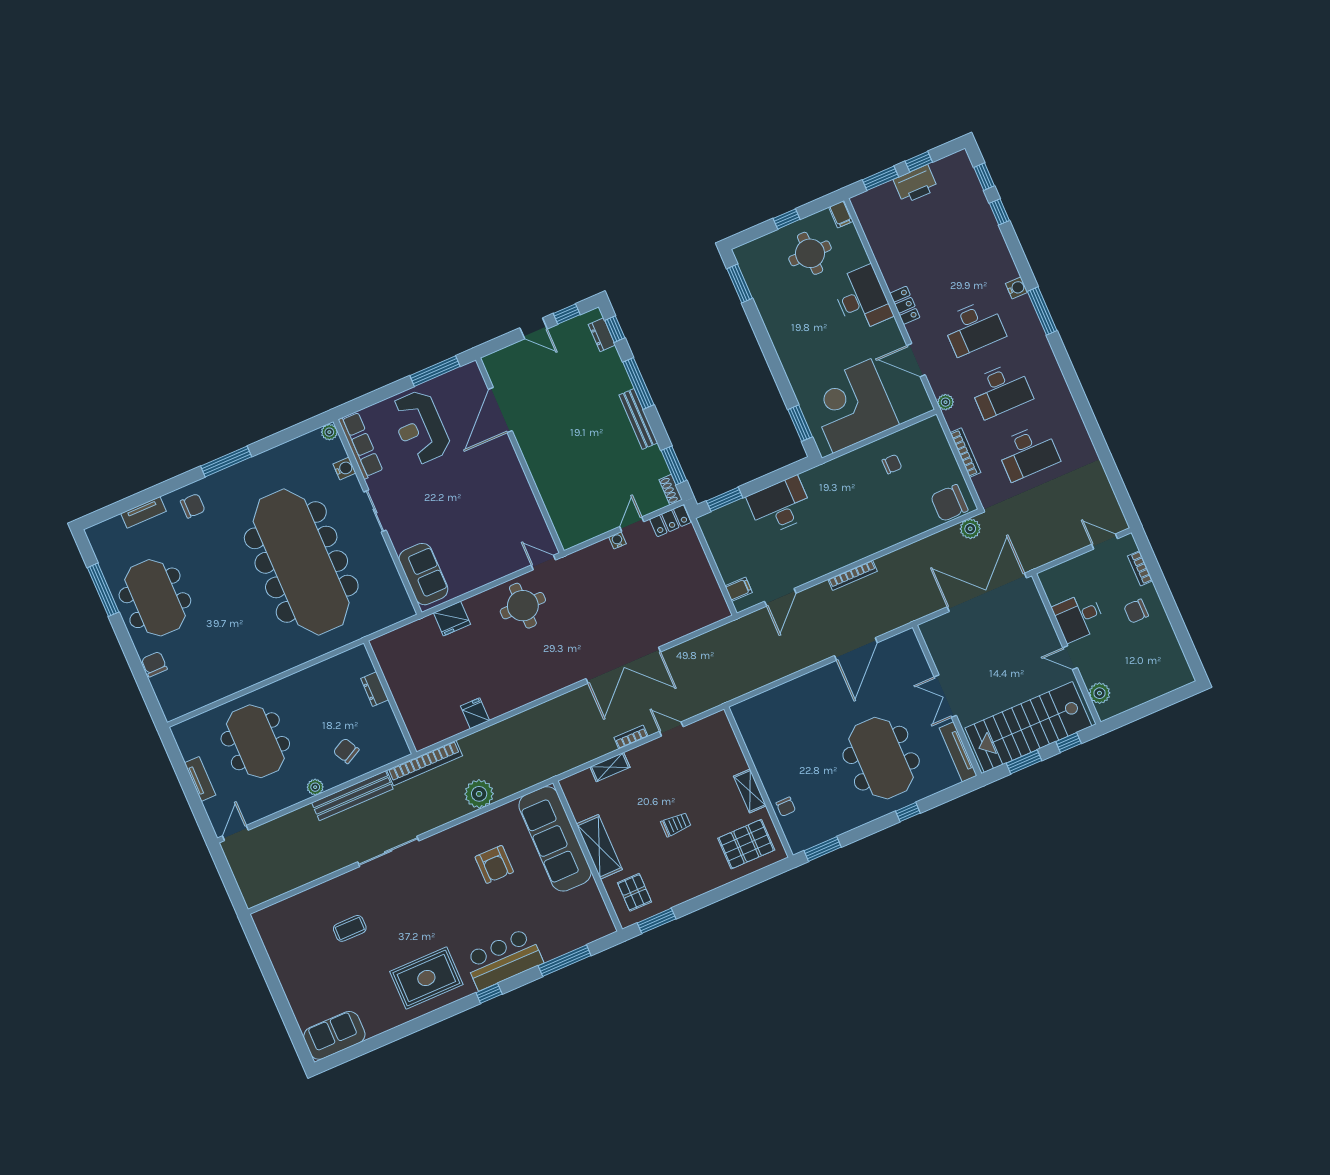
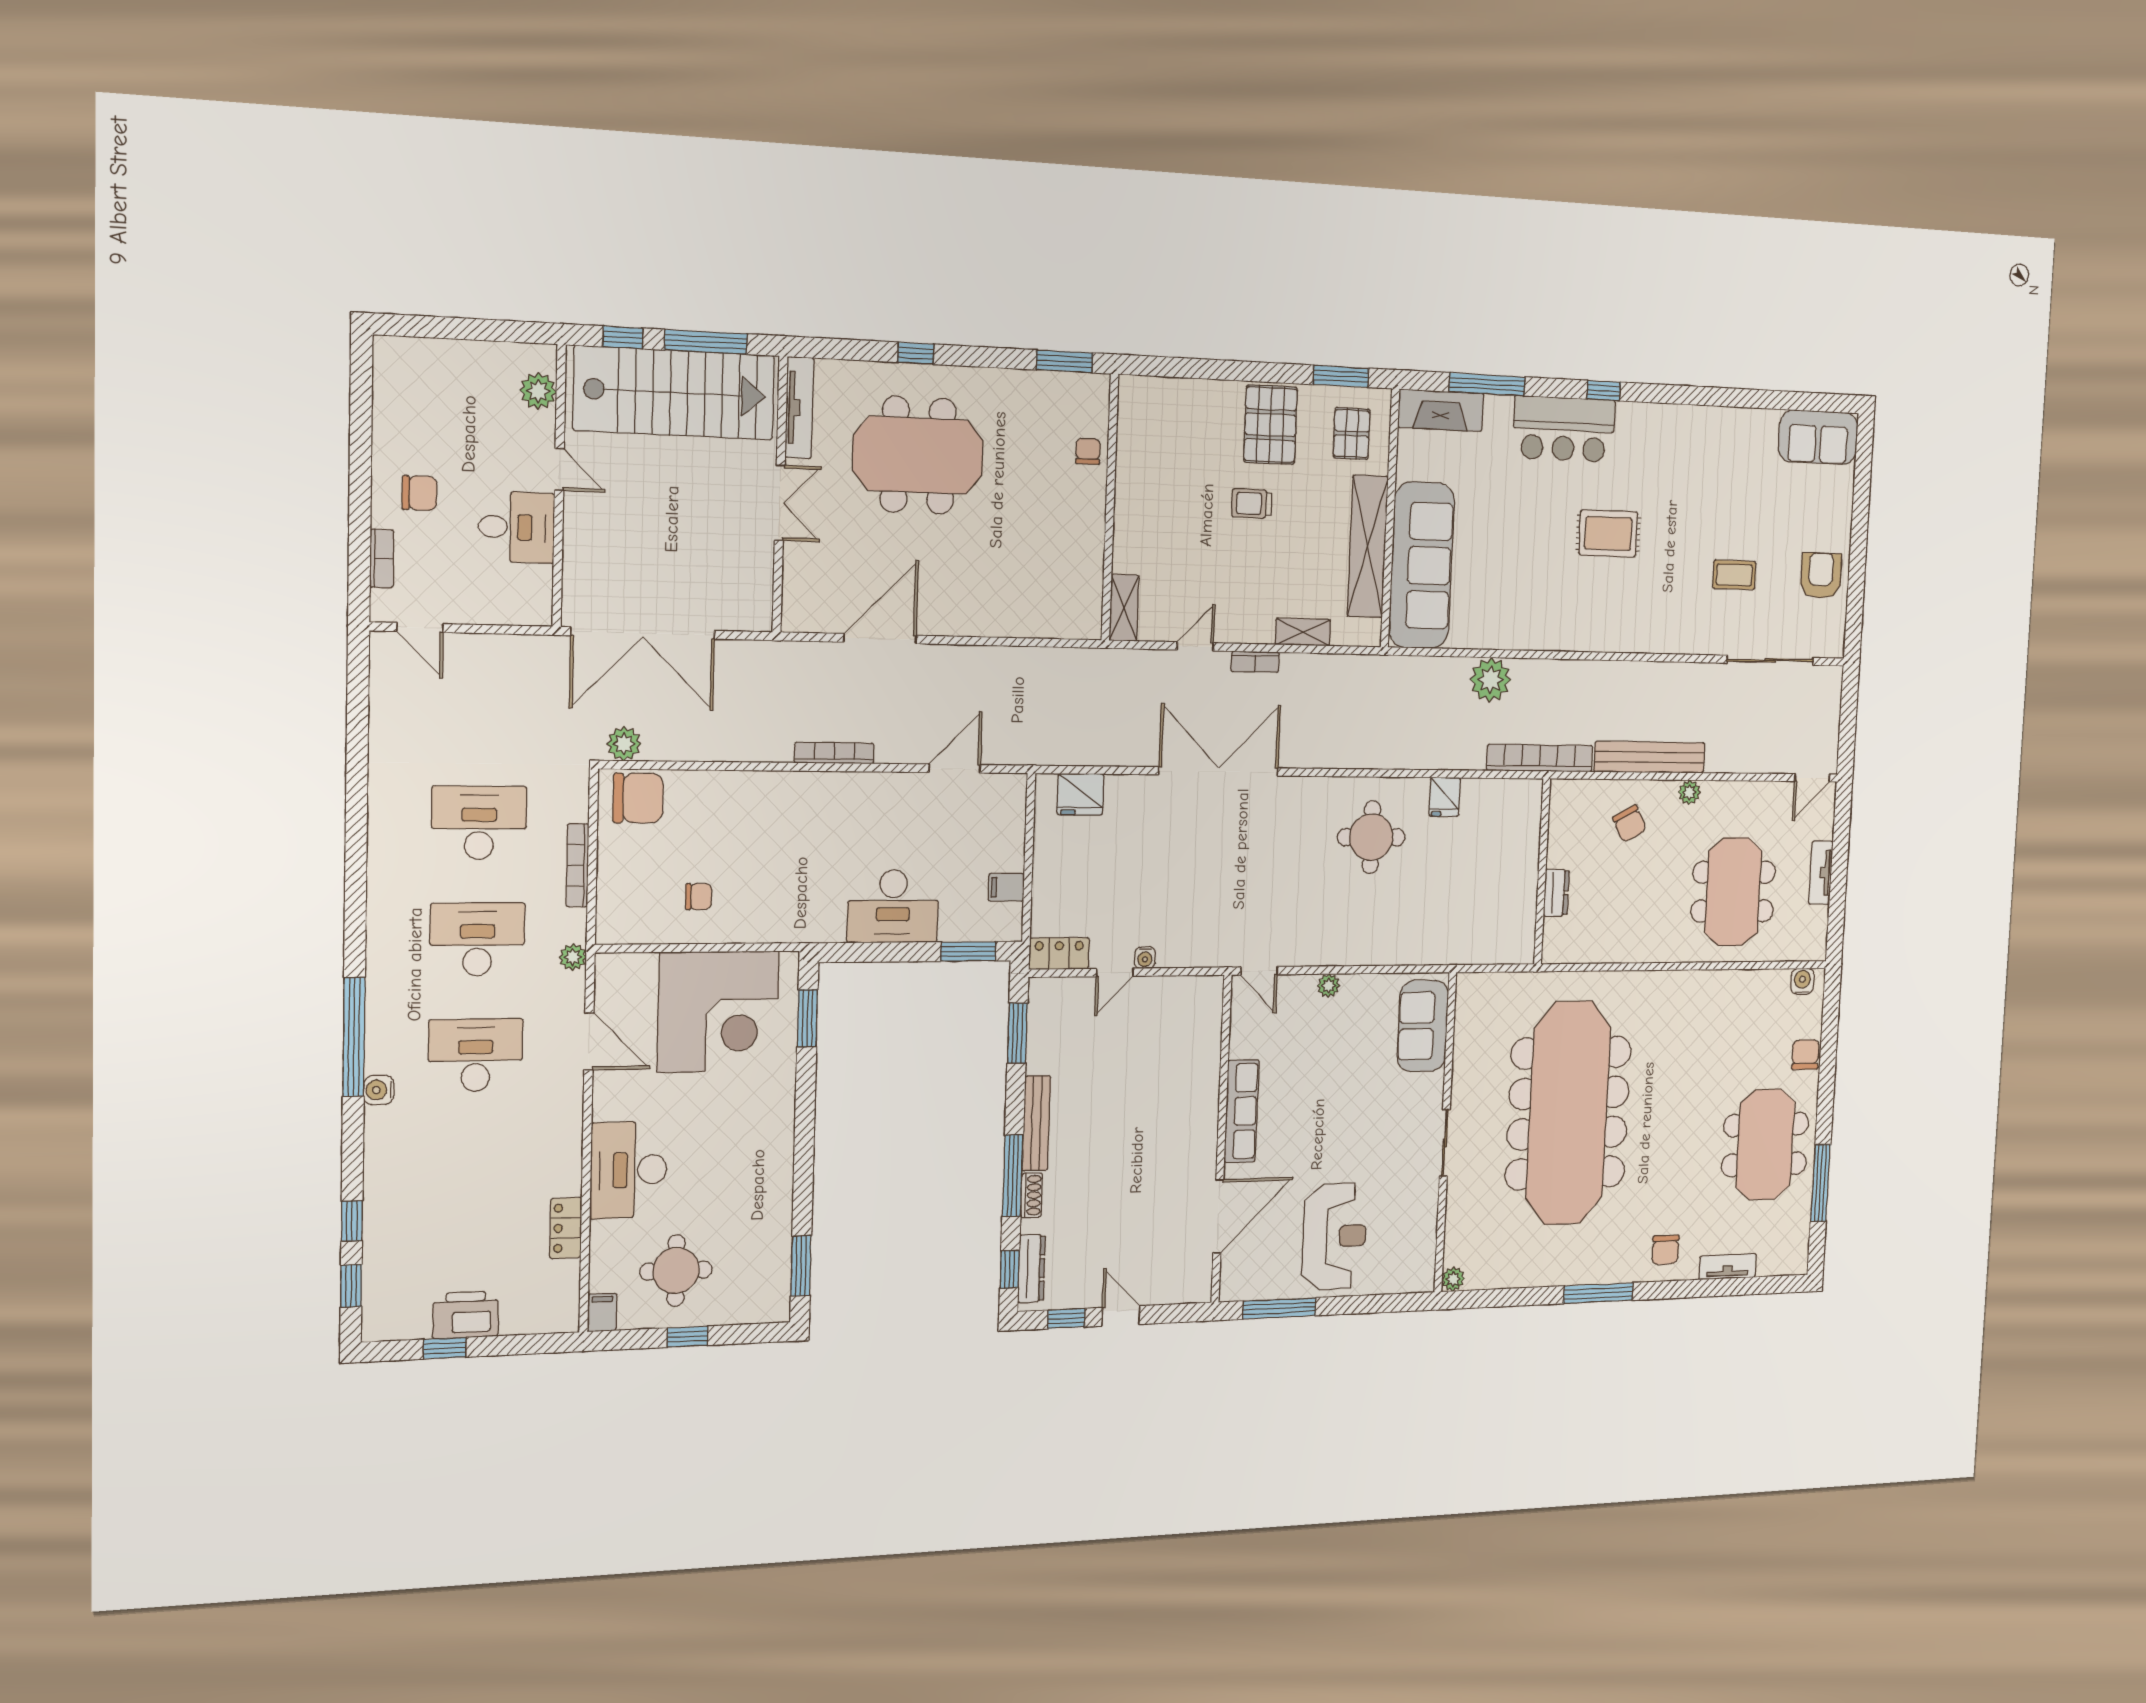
window: (880, 178) -> (516, 1345), removed
locker: (905, 305) -> (566, 1228), moved
window: (1042, 311) -> (354, 1037), width x1.46
dresser: (602, 335) -> (1031, 1269), width x1.44
row of seats: (361, 445) -> (1242, 1111), moved, turned 180
chair: (892, 464) -> (698, 897), turned 180
water cooler: (344, 469) -> (1802, 981), moved, turned 90
shoe rack: (671, 490) -> (1031, 1195), moved
chair: (193, 506) -> (1665, 1250), turned -90
plant: (495, 572) -> (1329, 986), added
filing cabinet: (738, 589) -> (1006, 887), moved
round table: (523, 606) -> (1371, 837), moved
fridge: (452, 618) -> (1080, 794), moved, turned 180
chair: (154, 664) -> (1805, 1055), turned 180
door: (671, 729) -> (1195, 646), swing flipped
meeting table: (881, 758) -> (918, 455), turned 90
window: (1024, 762) -> (706, 342), width x1.44
shelving: (750, 791) -> (1124, 608), moved
pallet: (746, 844) -> (1270, 425), moved, turned 90
shelving: (599, 847) -> (1368, 546), width x1.47
sliding door: (388, 851) -> (1770, 660), moved
armchair: (494, 864) -> (1821, 576), moved
fireplace: (586, 932) -> (1441, 410), added
rug: (426, 978) -> (1608, 533), moved, width x0.73, depth x0.70

